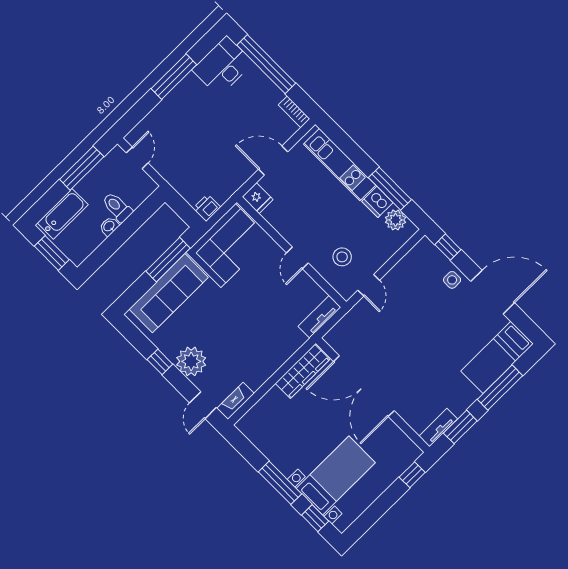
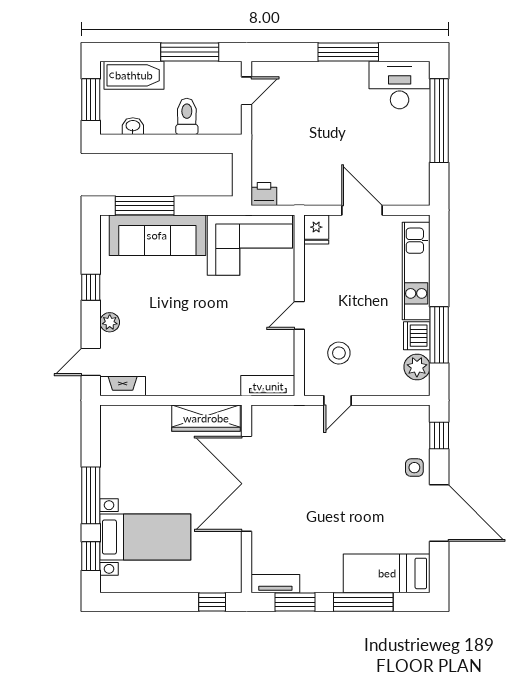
bookcase: (294, 112) -> (422, 186), removed
washbasin: (109, 226) -> (133, 126), moved
window: (168, 260) -> (145, 206), moved
plant: (191, 361) -> (110, 322), width x0.53, depth x0.53

